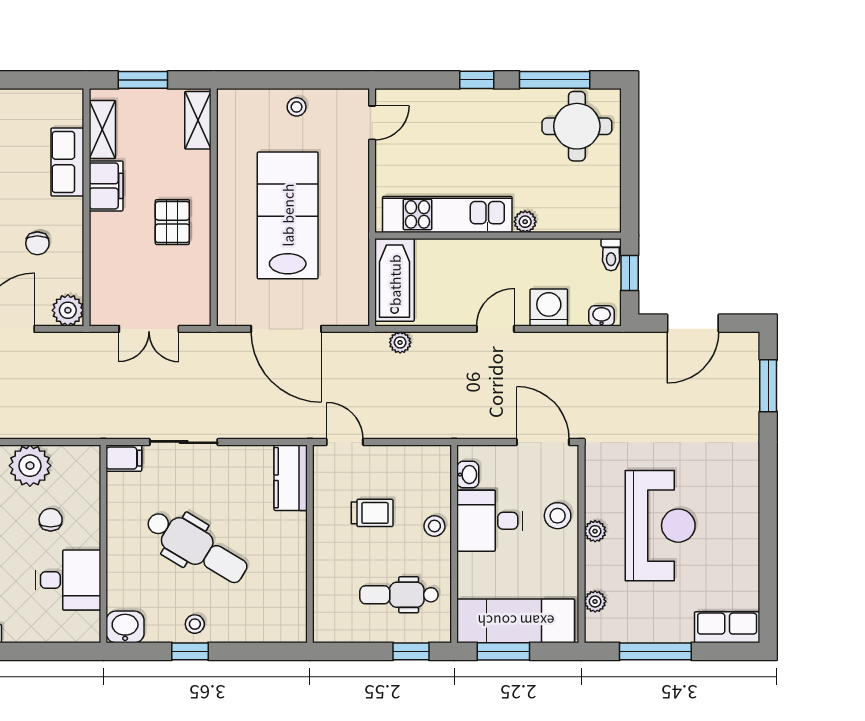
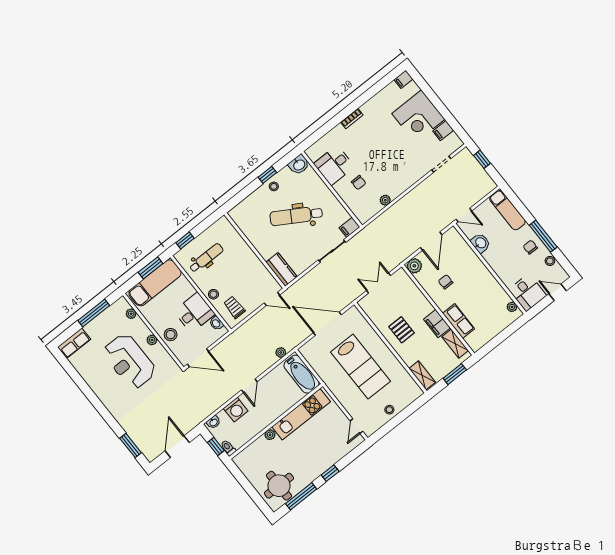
plant: (30, 466) -> (385, 200), width x0.53, depth x0.53
trolley: (372, 513) -> (234, 307), moved, turned 90

